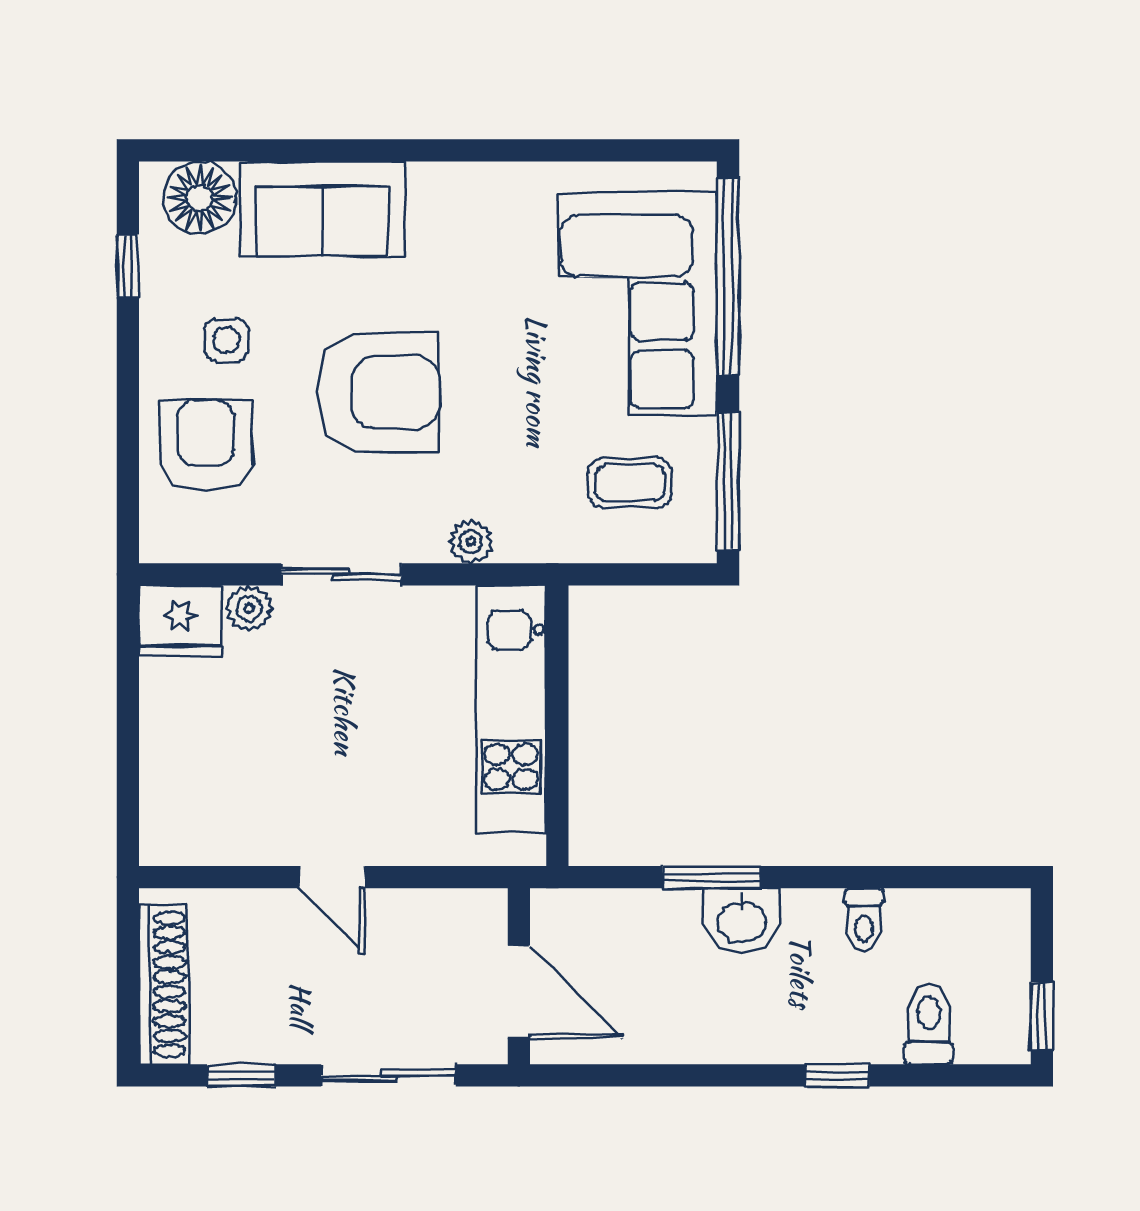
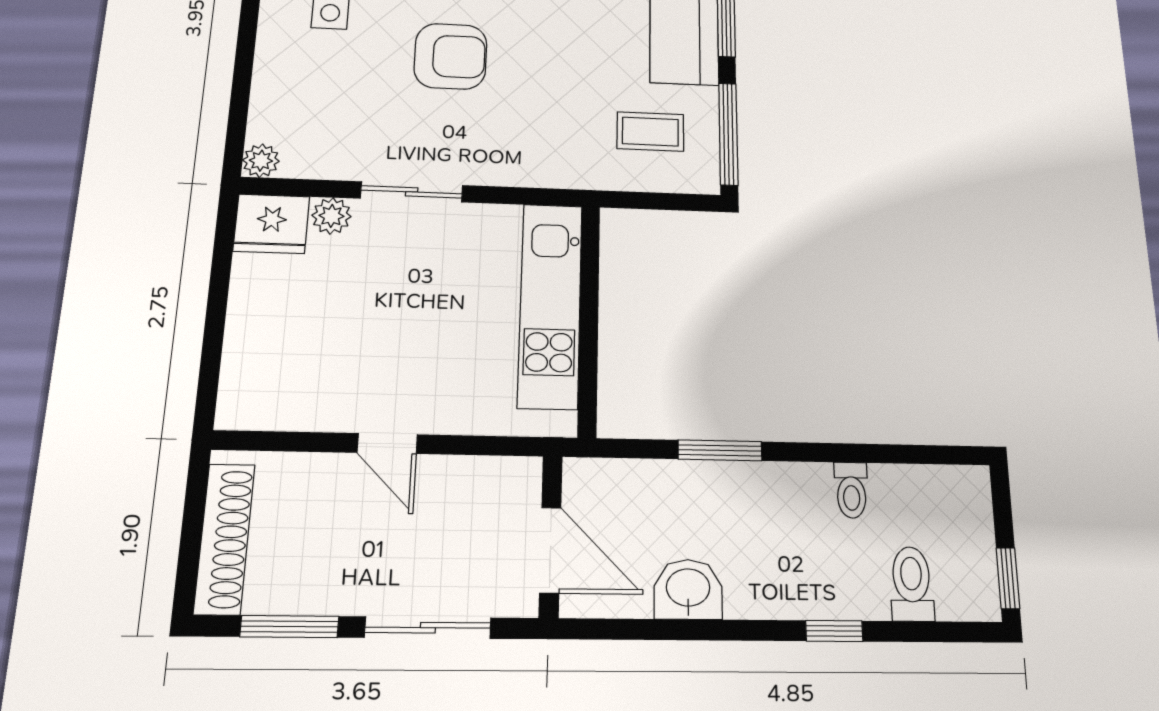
armchair: (378, 392) -> (451, 56), width x0.73, depth x0.73
armchair: (206, 446) -> (306, 89), removed
plant: (471, 542) -> (261, 161), moved
washbasin: (742, 920) -> (688, 589), moved, turned 180
window: (241, 1075) -> (289, 627), width x1.50

